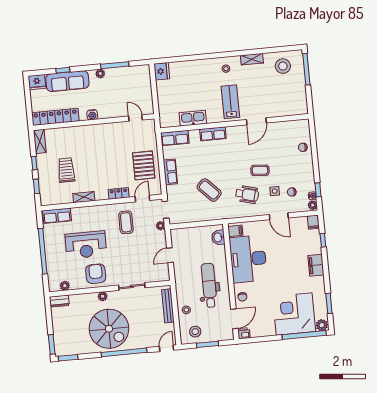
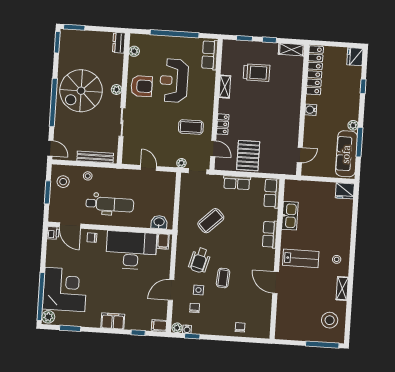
sofa: (67, 81) -> (346, 154), moved
pallet: (144, 165) -> (248, 156), turned 90

